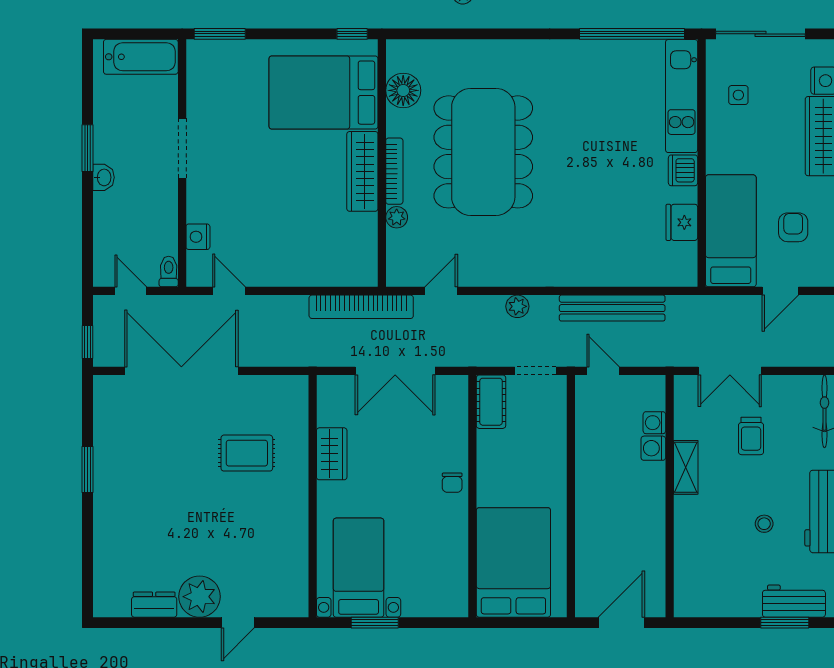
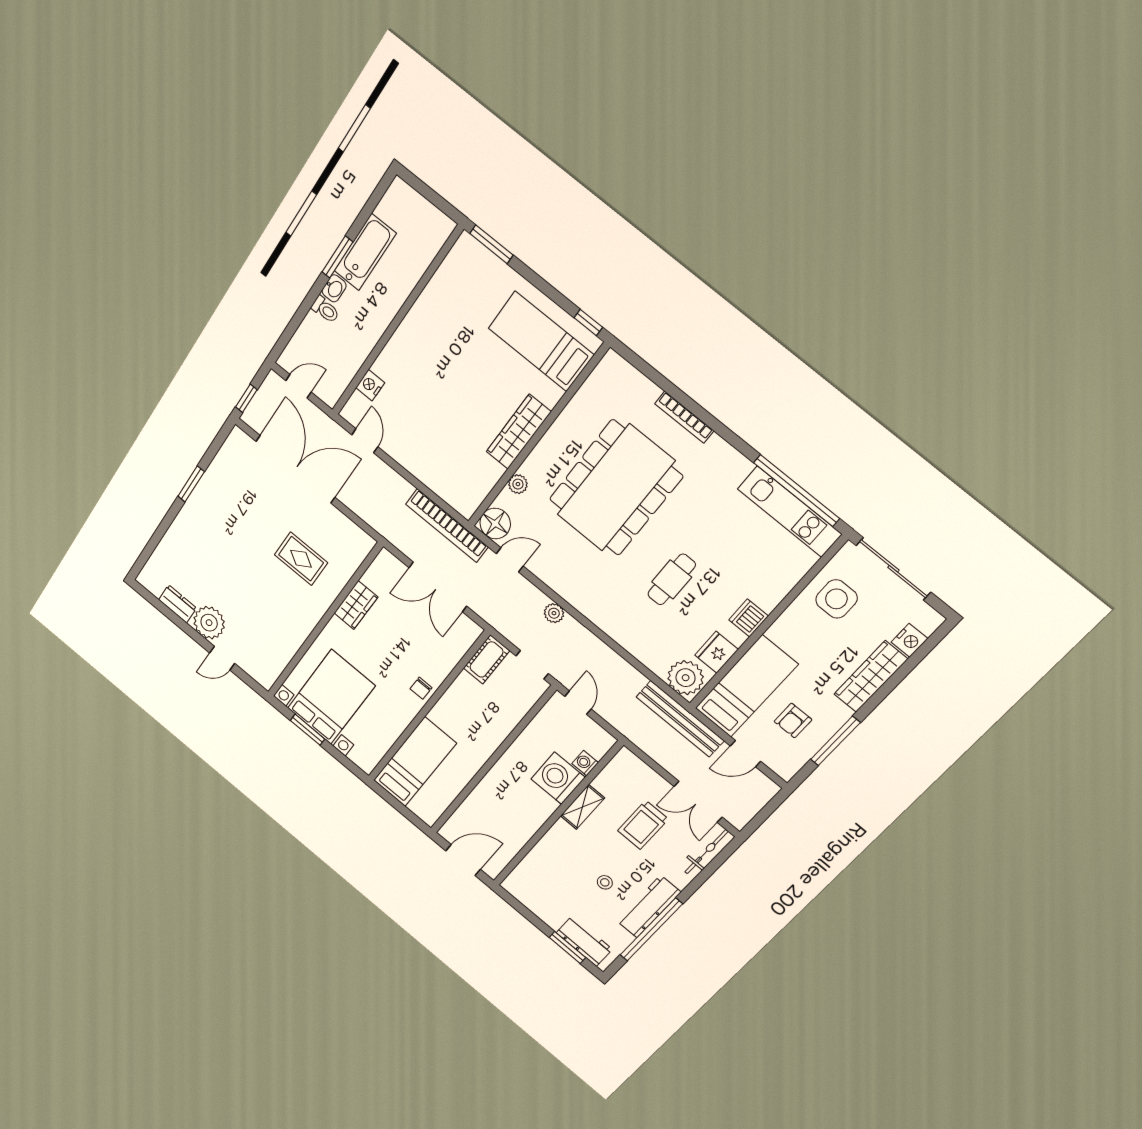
bathtub: (141, 57) -> (365, 252), moved, turned -90
floor lamp: (403, 90) -> (495, 524), moved
bed: (323, 93) -> (541, 341), width x0.67
side table: (738, 95) -> (836, 599), width x1.87, depth x1.87
kitchen unit: (682, 96) -> (789, 512), moved, turned -90
doorway: (182, 148) -> (404, 311), removed
bookcase: (394, 171) -> (684, 417), moved, turned 90
cafe table: (593, 191) -> (672, 579), added
armchair: (793, 227) -> (793, 721), turned 180
plant: (675, 267) -> (686, 678), added
toilet: (169, 272) -> (325, 309), moved, turned 90
door: (131, 291) -> (299, 386), hinge flipped
bench: (612, 308) -> (680, 719), moved
double door: (730, 371) -> (698, 802), moved
trolley: (751, 436) -> (643, 825), width x1.36, depth x1.39
washing machine: (653, 448) -> (558, 778), width x1.89, depth x1.89
bed: (513, 562) -> (415, 762), width x0.67
bed with nightstands: (359, 568) -> (331, 697), width x1.36

